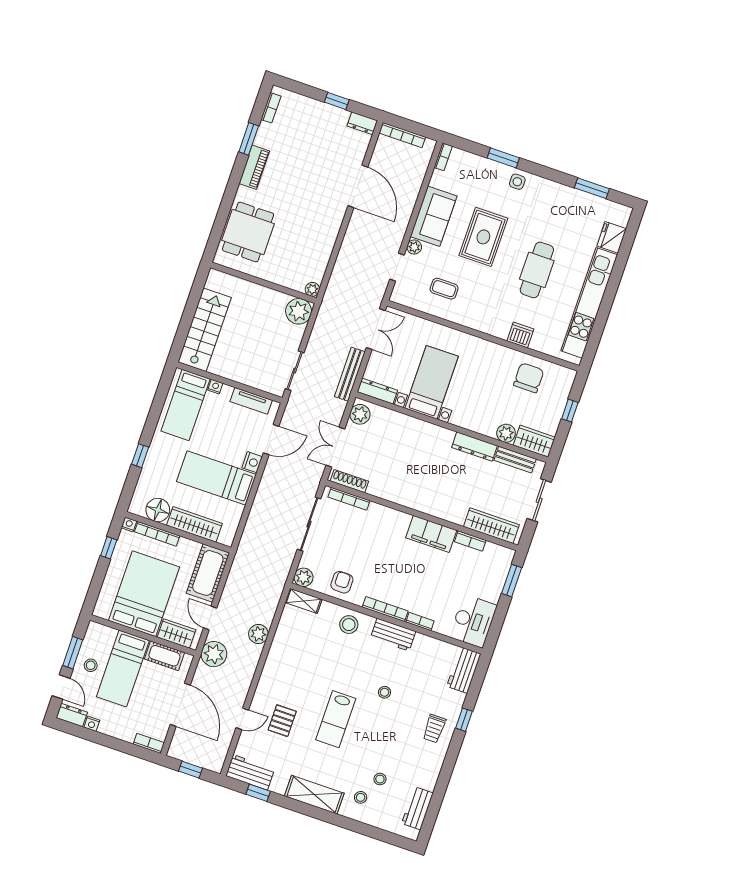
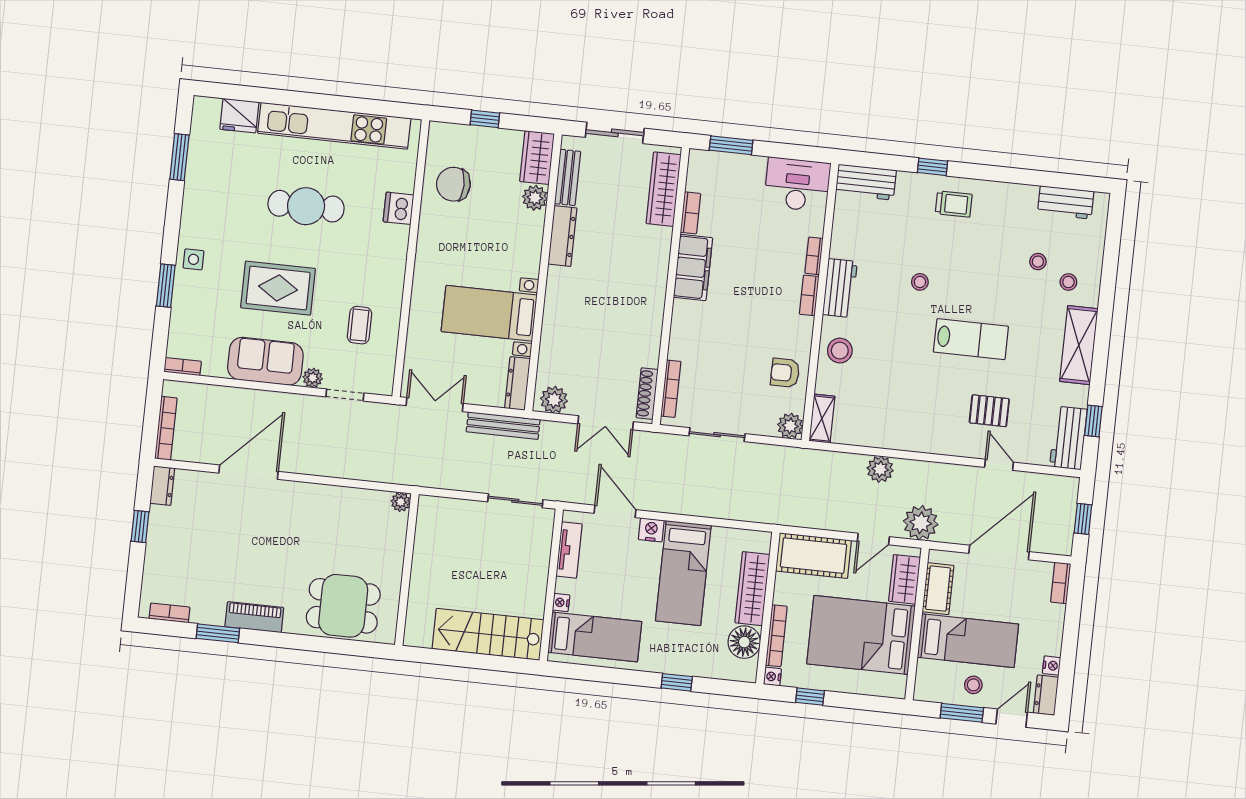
plant: (299, 311) -> (434, 514), removed
sliding door: (309, 524) -> (717, 435), width x0.73
bookcase: (385, 609) -> (809, 295), width x0.64

